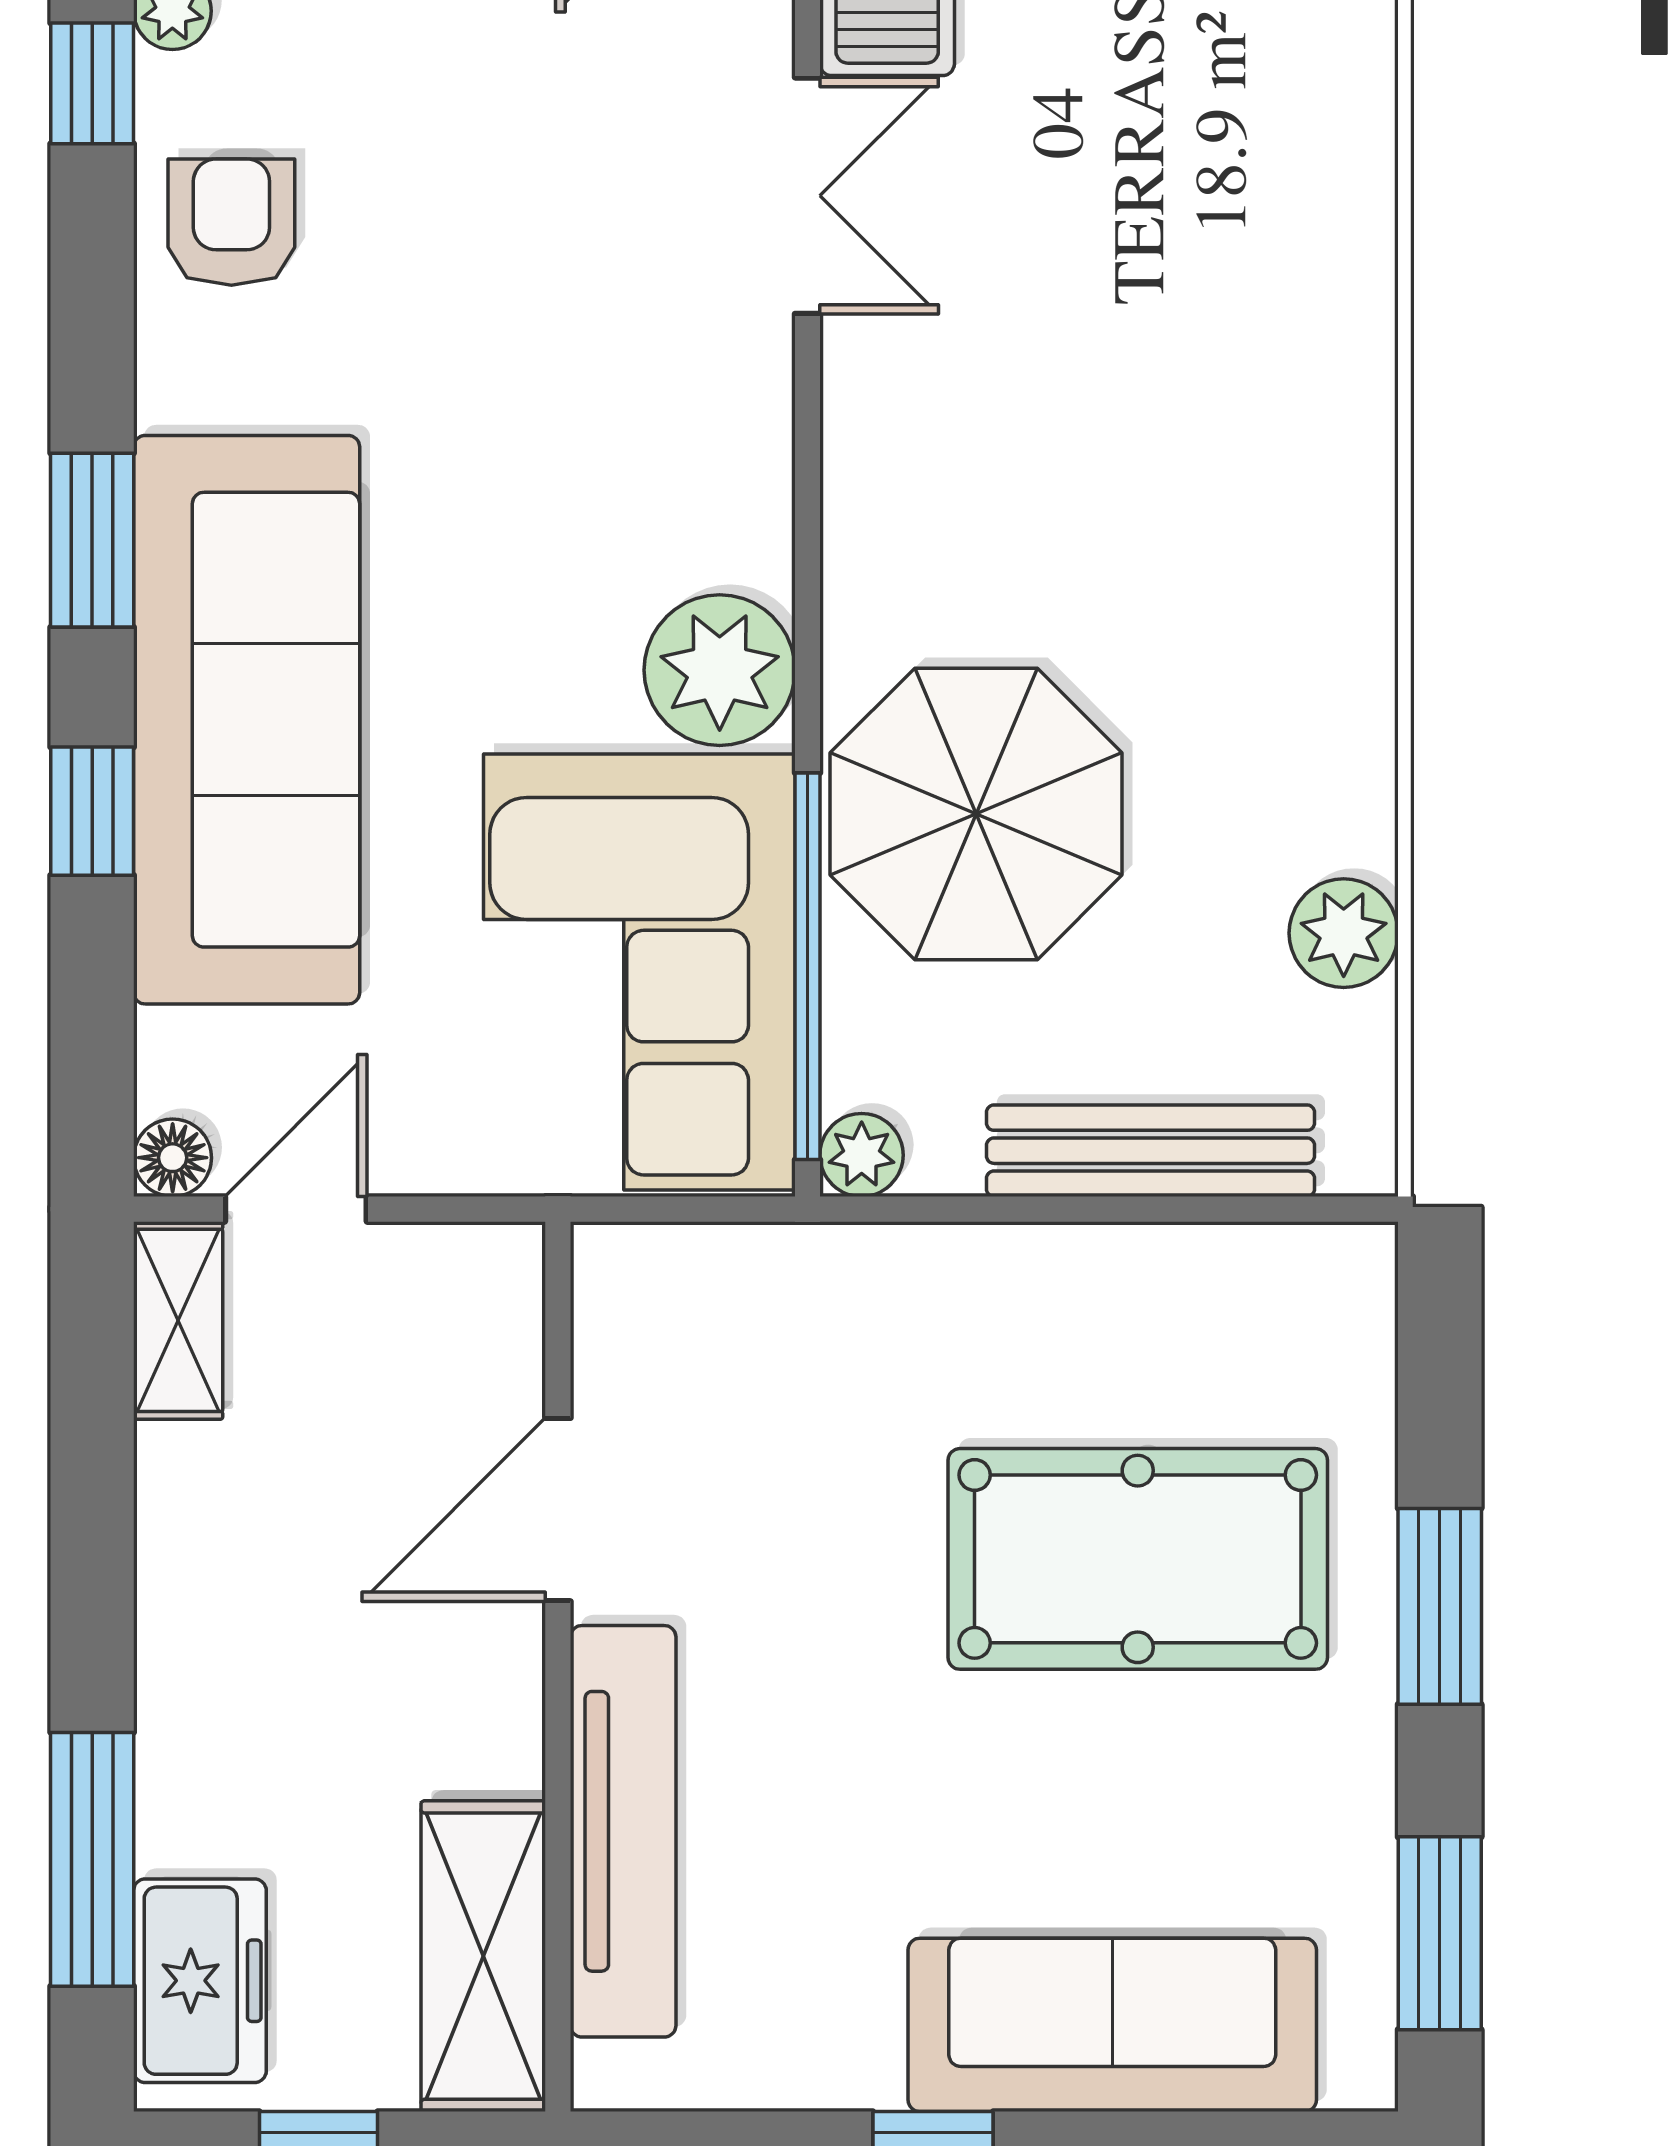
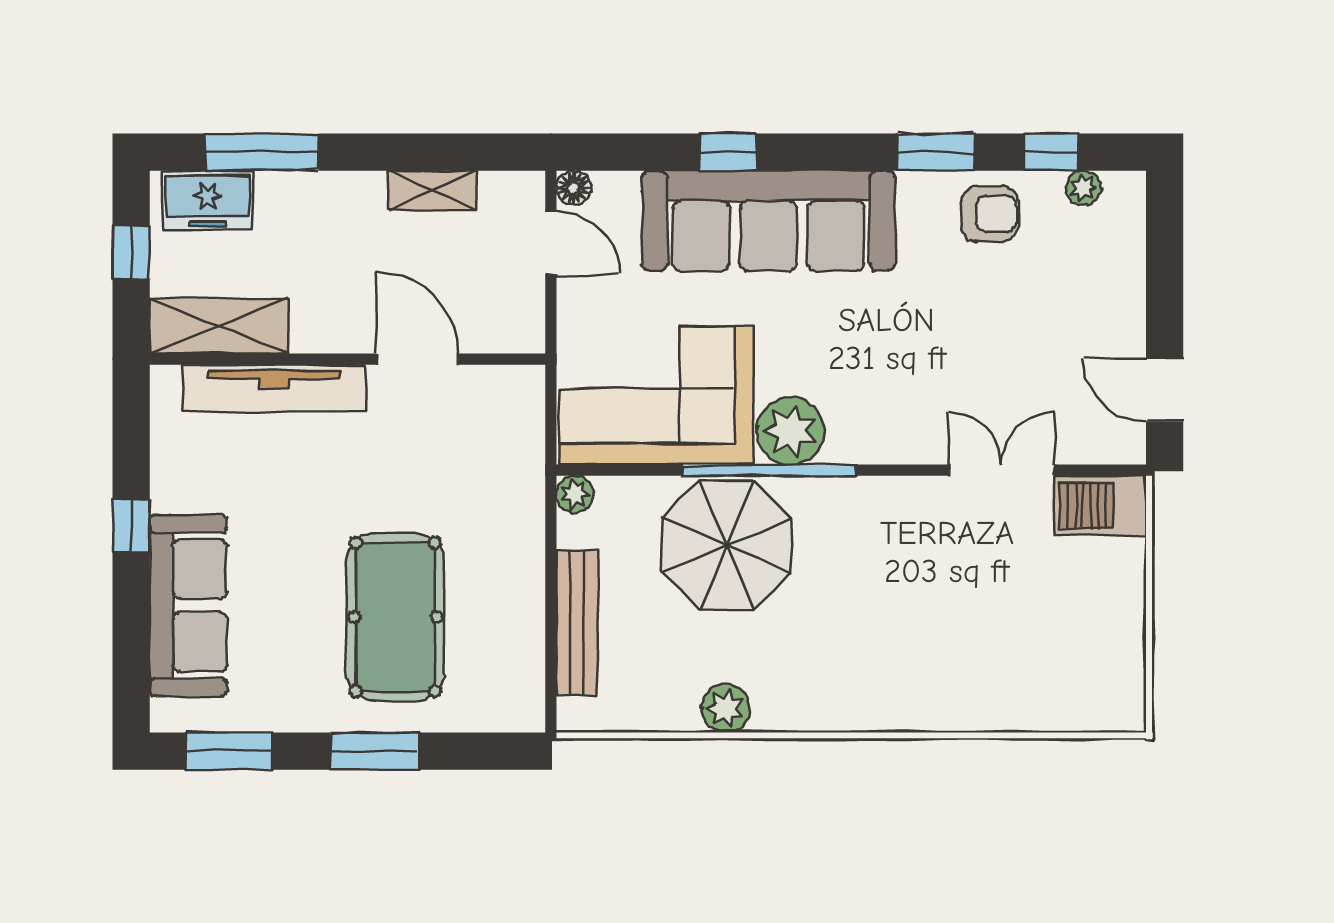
double door: (807, 196) -> (1001, 470), swing flipped
window: (92, 540) -> (936, 152), moved
plant: (1344, 933) -> (726, 708), moved
window: (807, 966) -> (769, 470), moved
shelving: (178, 1320) -> (432, 190), moved

